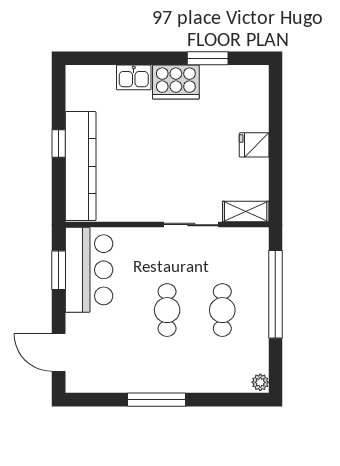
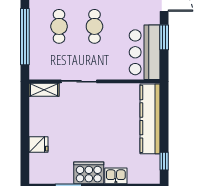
window: (59, 144) -> (164, 161), moved
fridge: (254, 145) -> (39, 145), moved
window: (59, 270) -> (164, 37), moved

